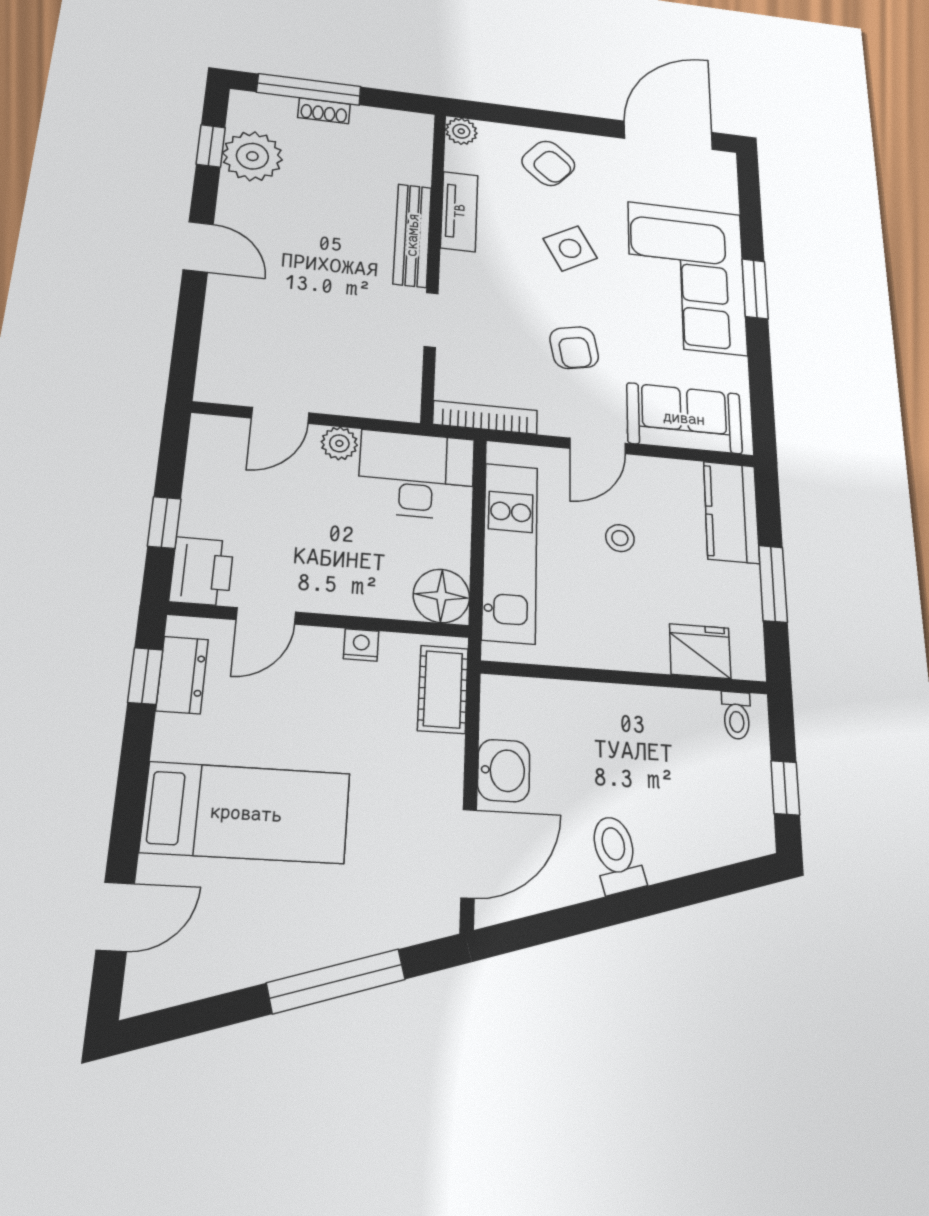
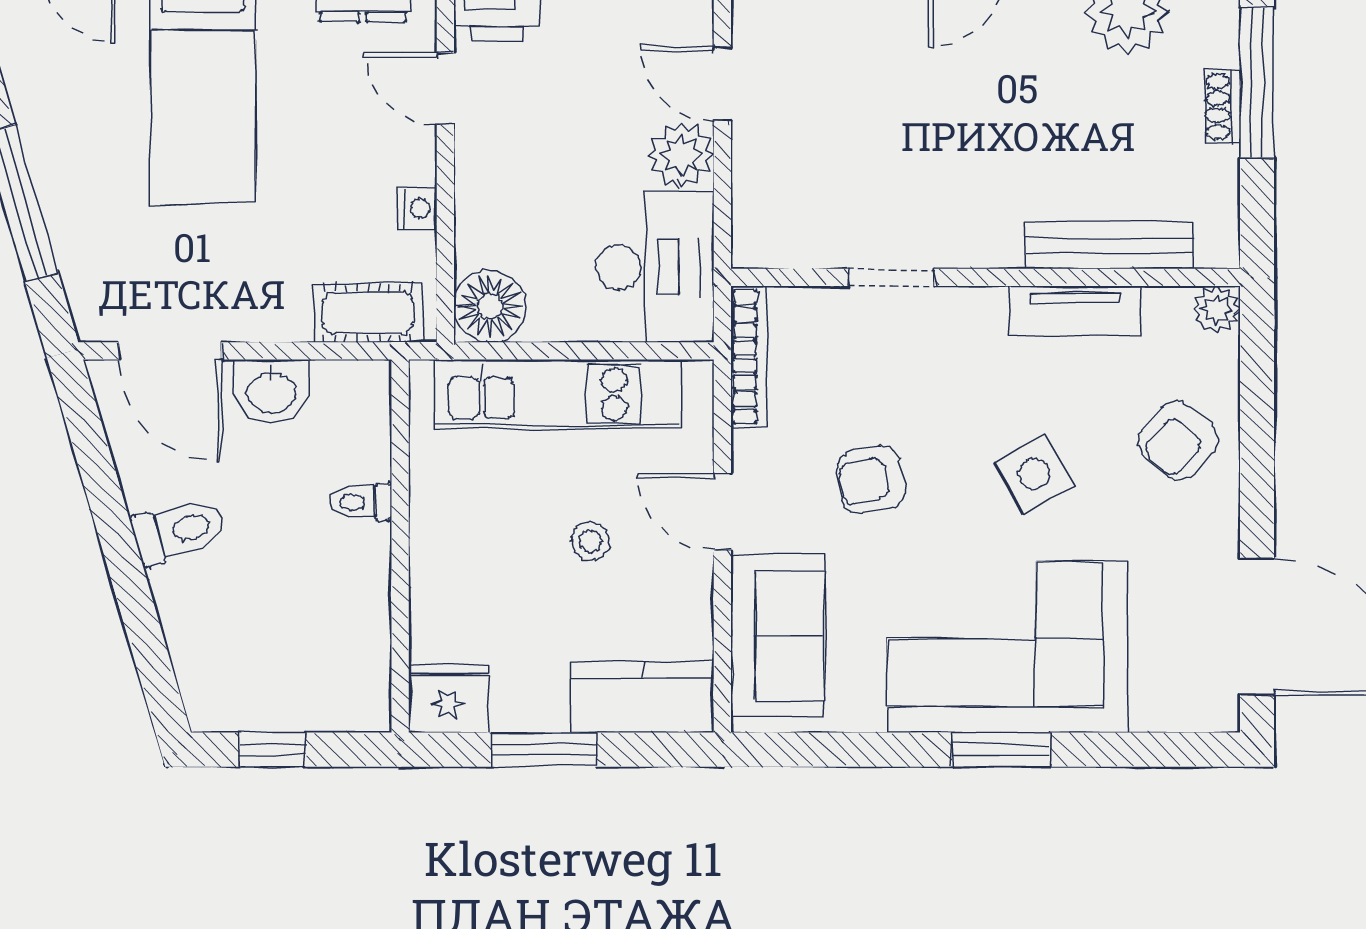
bench: (412, 235) -> (1109, 245), moved
plant: (339, 443) -> (681, 155), width x1.38, depth x1.38
fridge: (700, 651) -> (448, 699), moved, turned -90
toilet: (737, 715) -> (361, 502), moved

